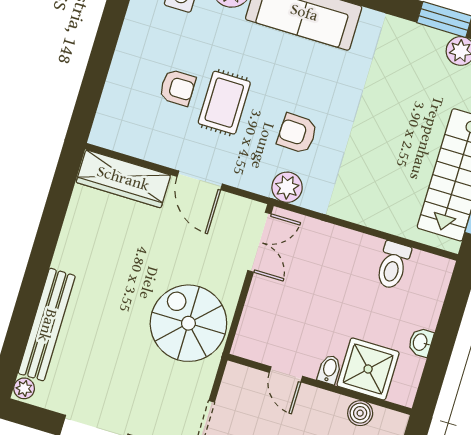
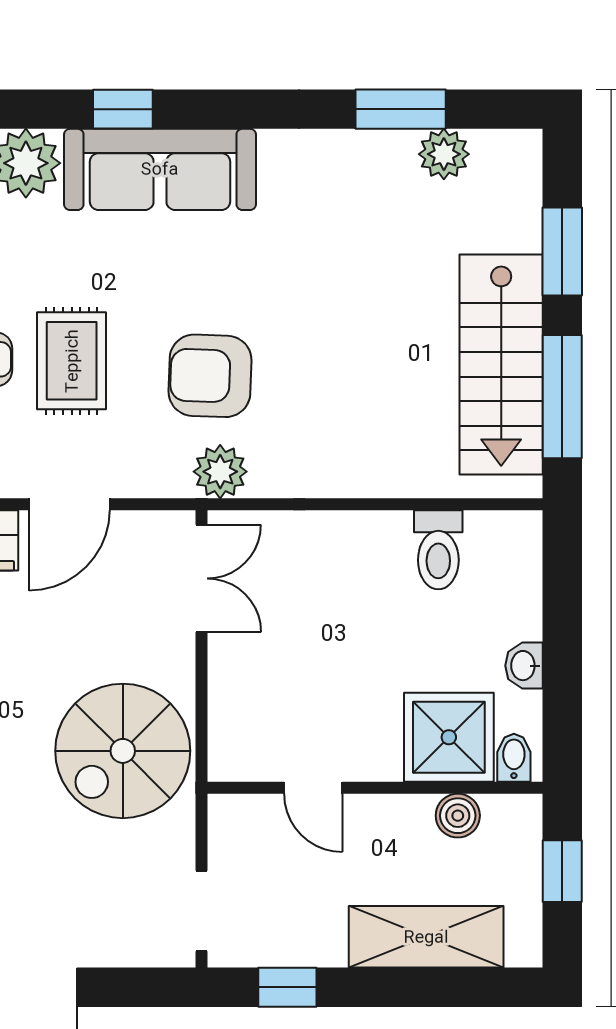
armchair: (297, 133) -> (210, 376), width x1.38, depth x1.38
door: (200, 180) -> (69, 504), hinge flipped
spiral stairs: (188, 323) -> (123, 751), turned -90
bidet: (329, 370) -> (514, 758), moved

